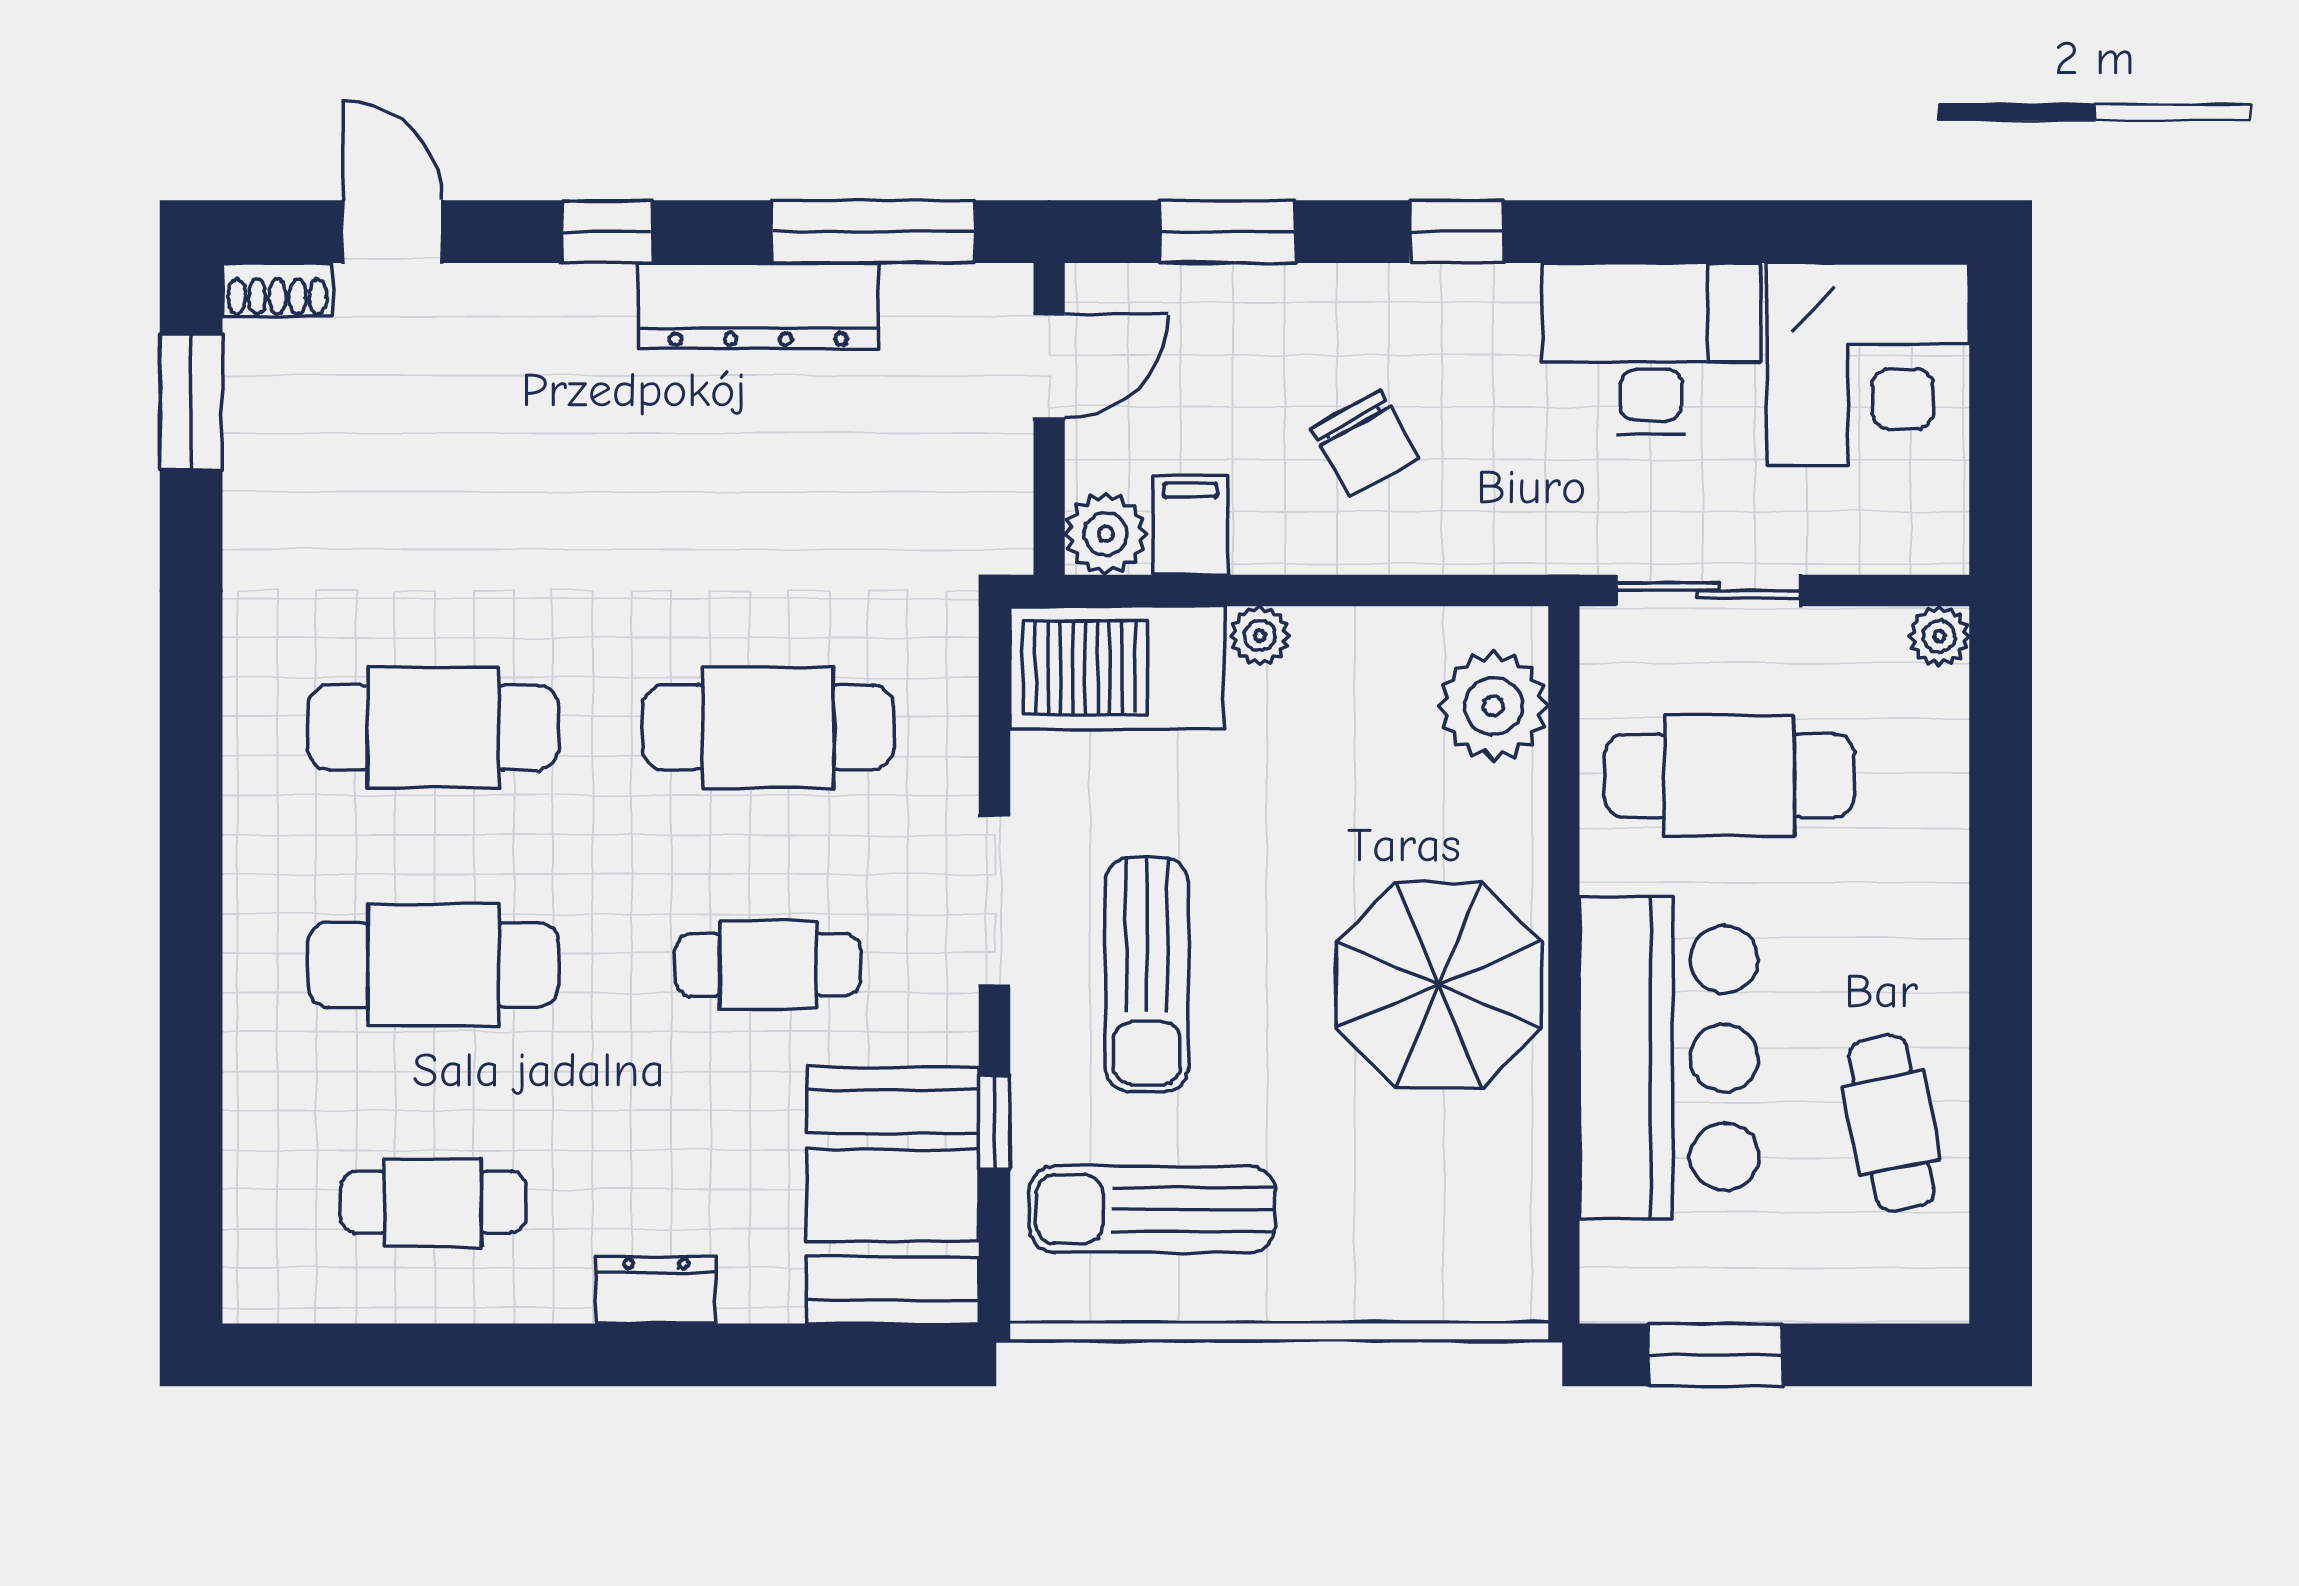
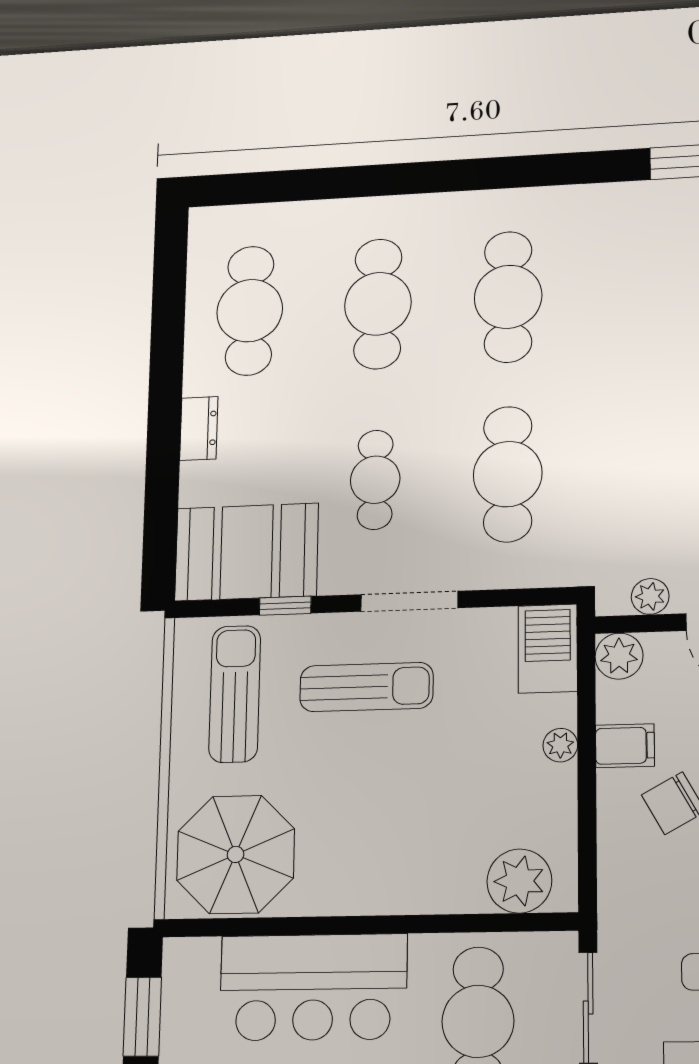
plant: (1001, 479) -> (650, 596), added
filing cabinet: (1190, 525) -> (625, 746), moved
barbecue: (1117, 668) -> (548, 649), width x0.73, depth x0.83
sun lounger: (1147, 975) -> (366, 687), turned 180
parasol: (1439, 985) -> (236, 854), moved
cafe table: (433, 1202) -> (250, 311), width x1.37, depth x1.35

